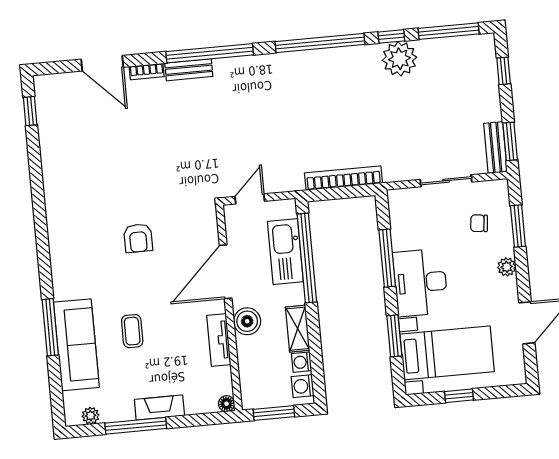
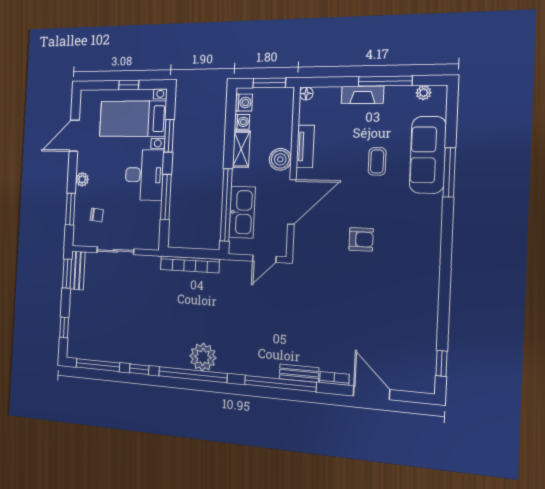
plant: (399, 59) -> (203, 357), moved
armchair: (138, 238) -> (361, 239), turned 90

